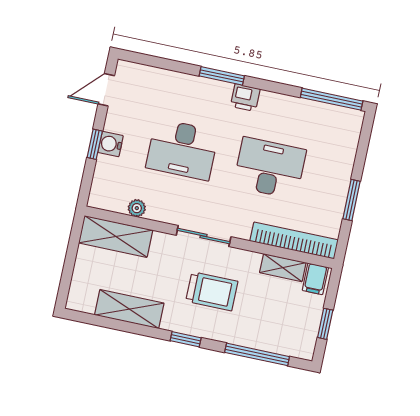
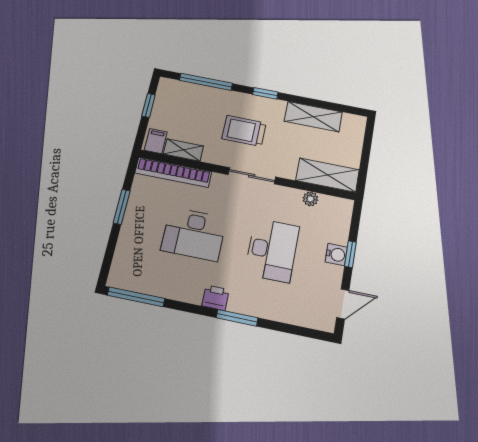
desk: (182, 149) -> (272, 250), turned 90

